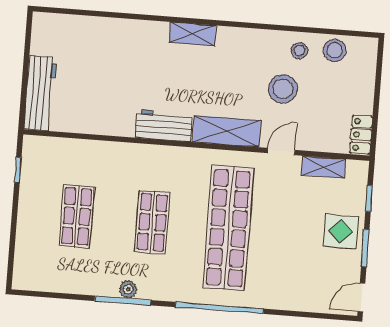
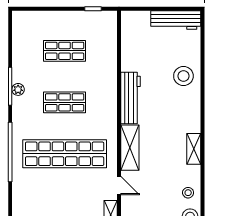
shelving: (193, 34) -> (194, 149), moved
stool: (283, 89) -> (183, 76), moved
workbench: (40, 93) -> (176, 20), moved
workbench: (164, 125) -> (131, 98), width x1.37

